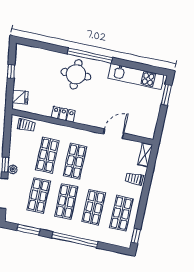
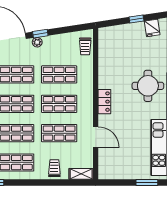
fridge: (20, 97) -> (152, 28), moved
locker: (63, 114) -> (104, 102), moved
shop shelf: (102, 167) -> (59, 133), added

